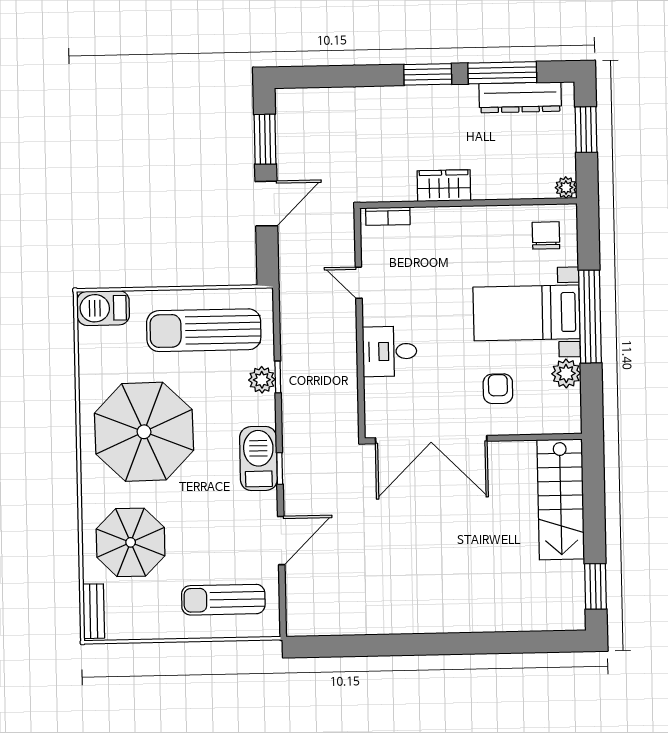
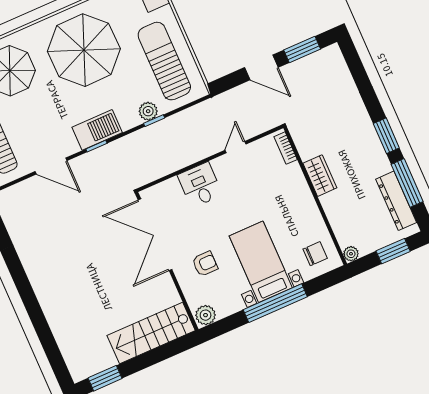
plant: (566, 373) -> (206, 315), moved

